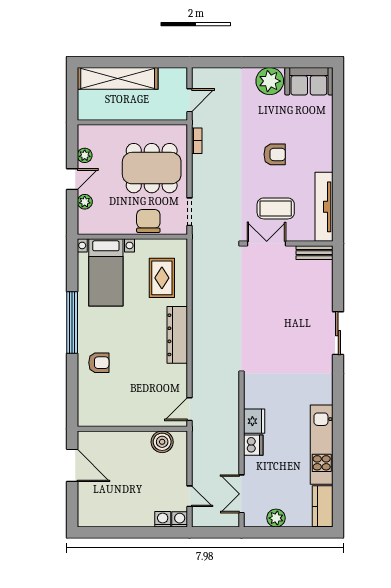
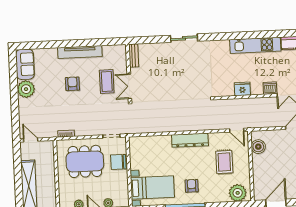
door: (190, 100) -> (31, 140), moved
dining table: (152, 168) -> (85, 161), turned 90
tv unit: (324, 207) -> (80, 52), moved
rug: (162, 278) -> (224, 162), moved, turned 90
armchair: (99, 363) -> (192, 186), moved
plant: (91, 406) -> (238, 193), added
dishwasher: (253, 445) -> (270, 88), moved

